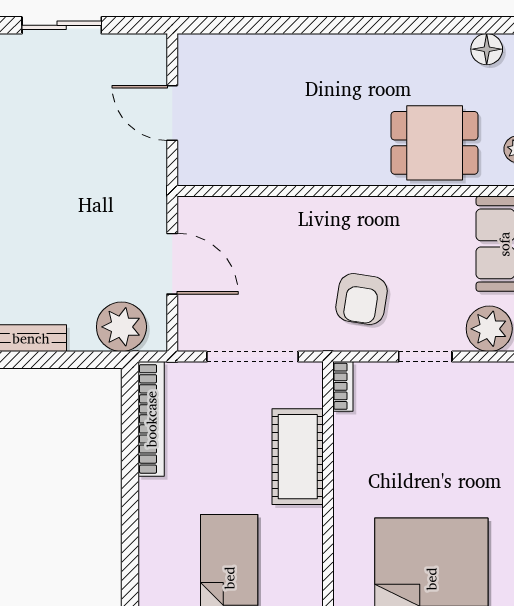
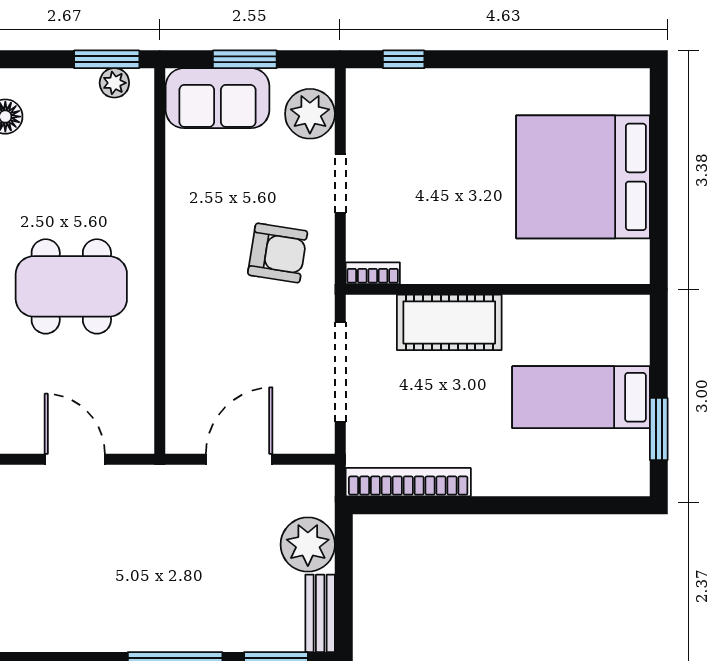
door: (172, 113) -> (75, 459), swing flipped
dining table: (435, 143) -> (71, 286), moved, width x1.37
plant: (121, 327) -> (308, 545), moved

